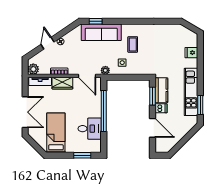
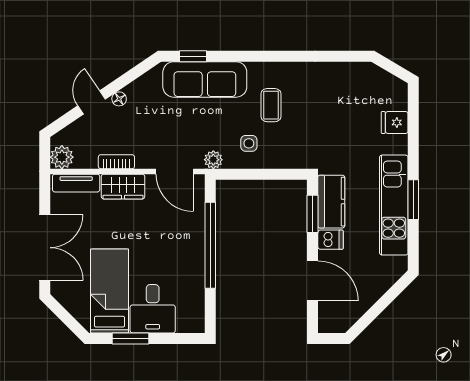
window: (200, 105) -> (413, 200), moved
desk: (90, 129) -> (153, 309), moved, turned 90
window: (82, 155) -> (130, 338), moved

